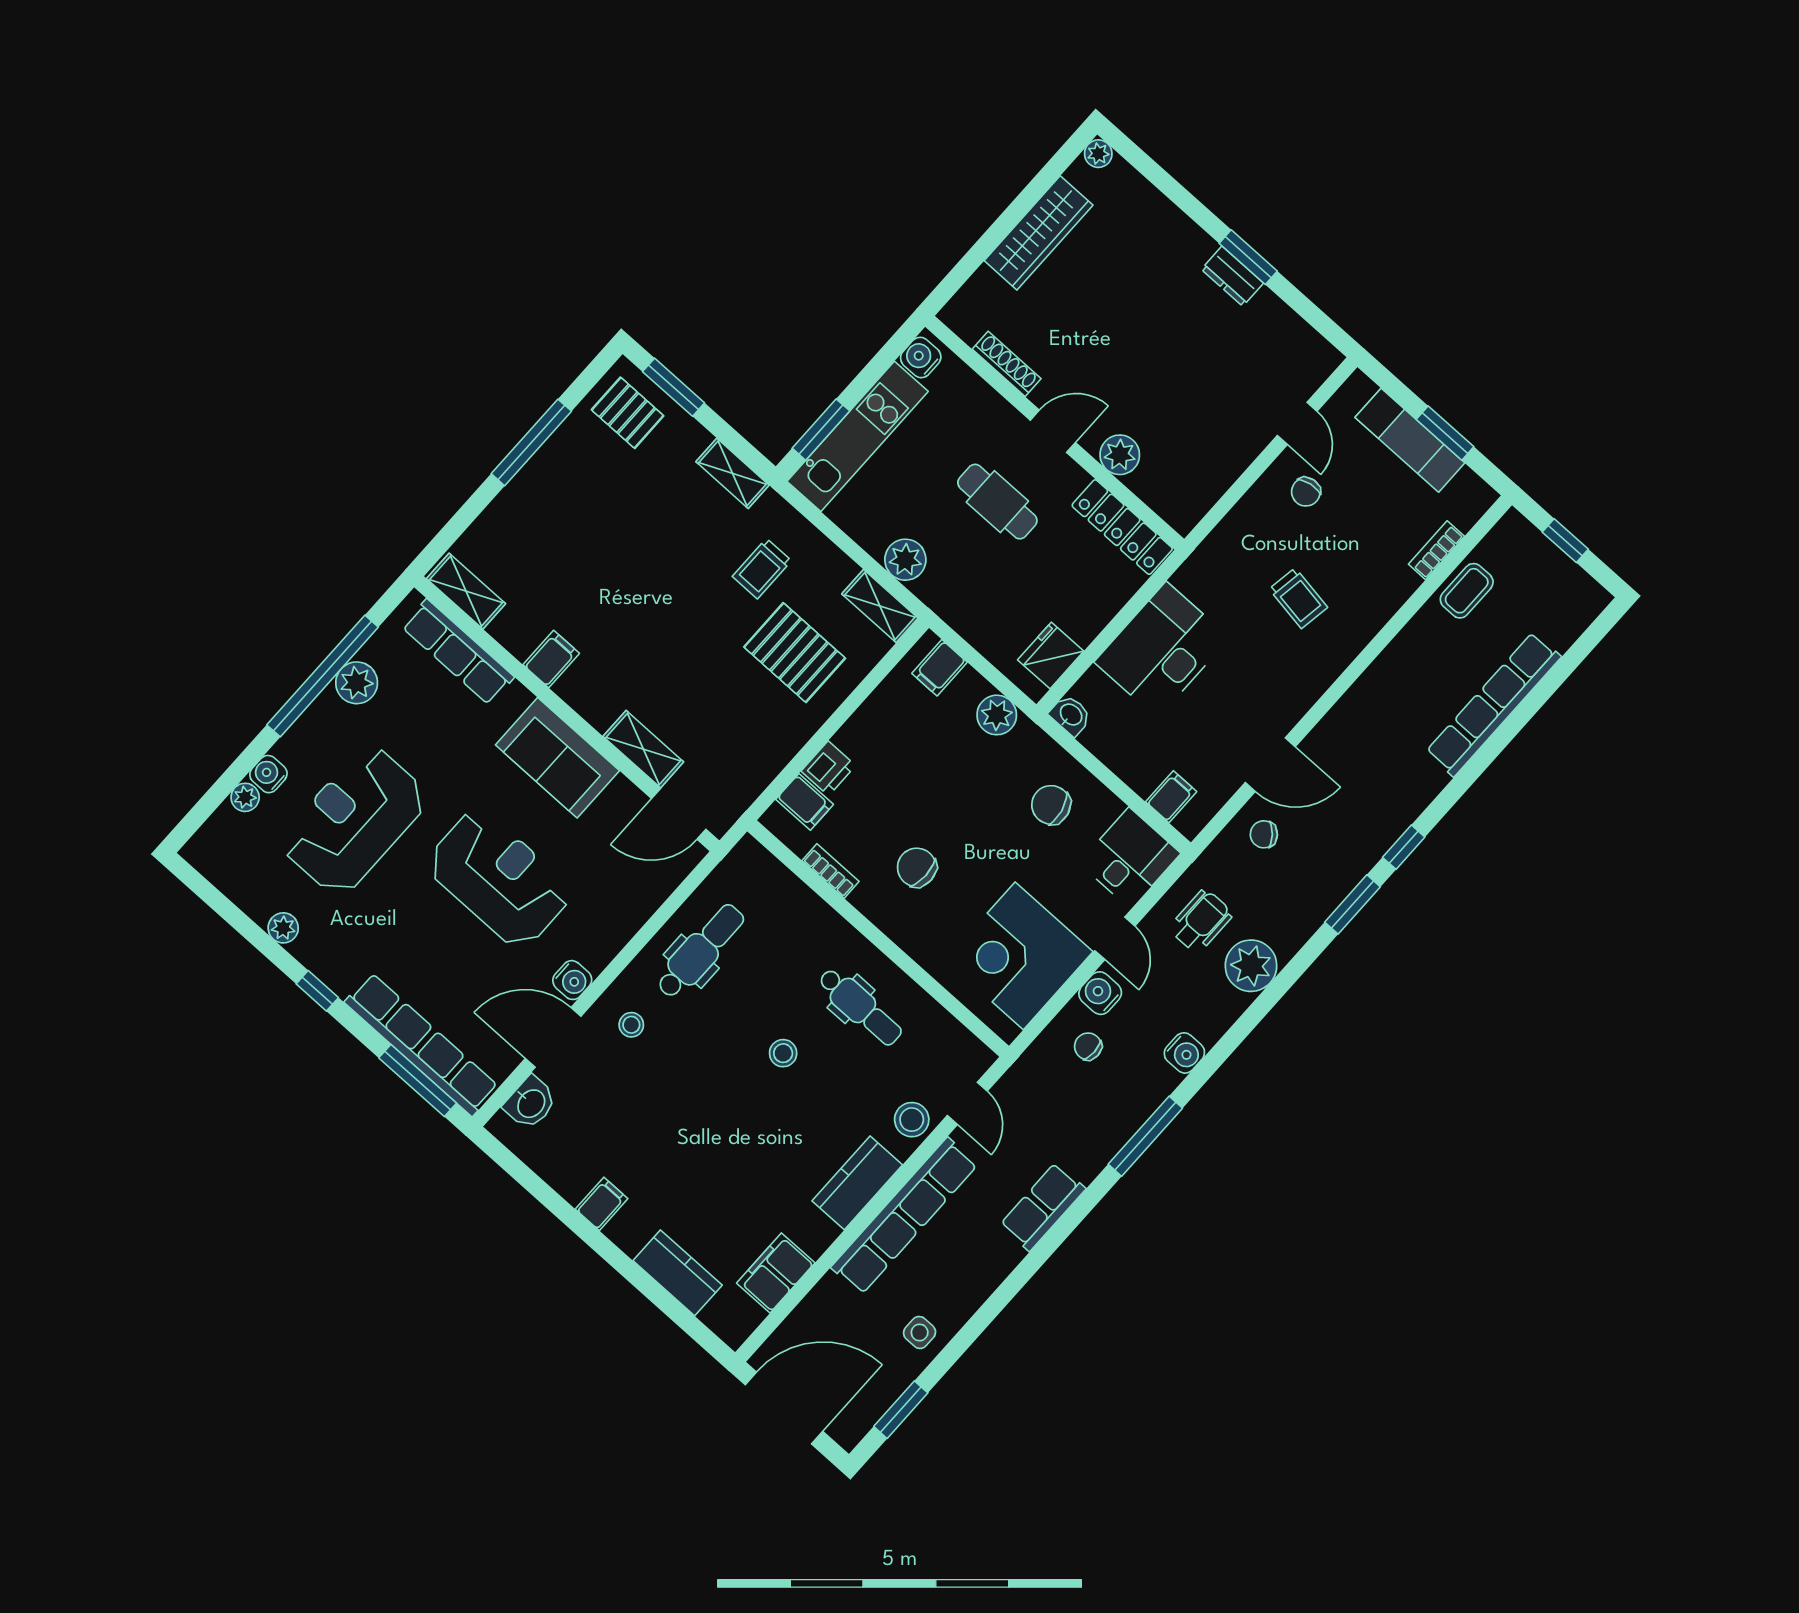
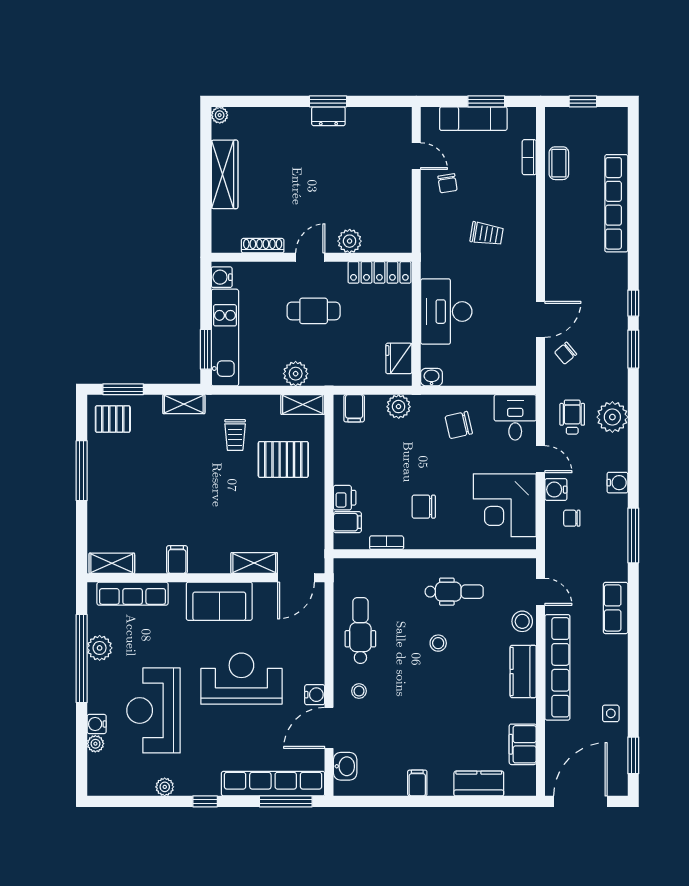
filing cabinet: (1171, 797) -> (509, 373), removed

